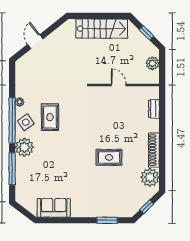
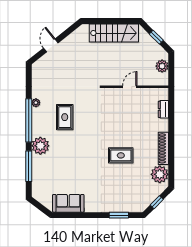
door: (119, 85) -> (130, 87), hinge flipped
side table: (26, 122) -> (42, 122), removed

